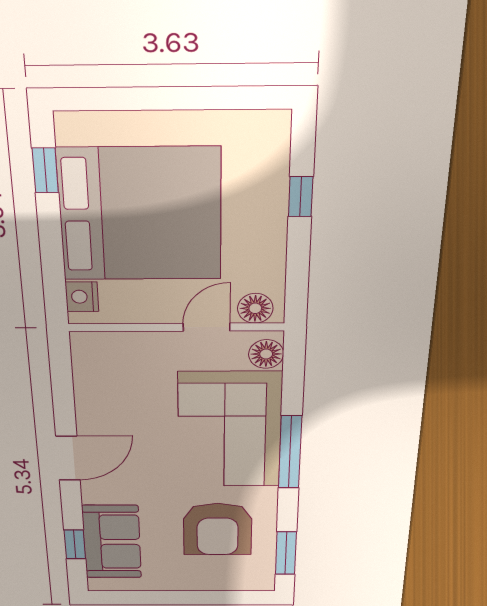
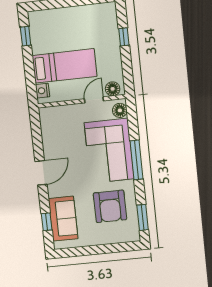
bed: (140, 215) -> (65, 66), width x0.49

